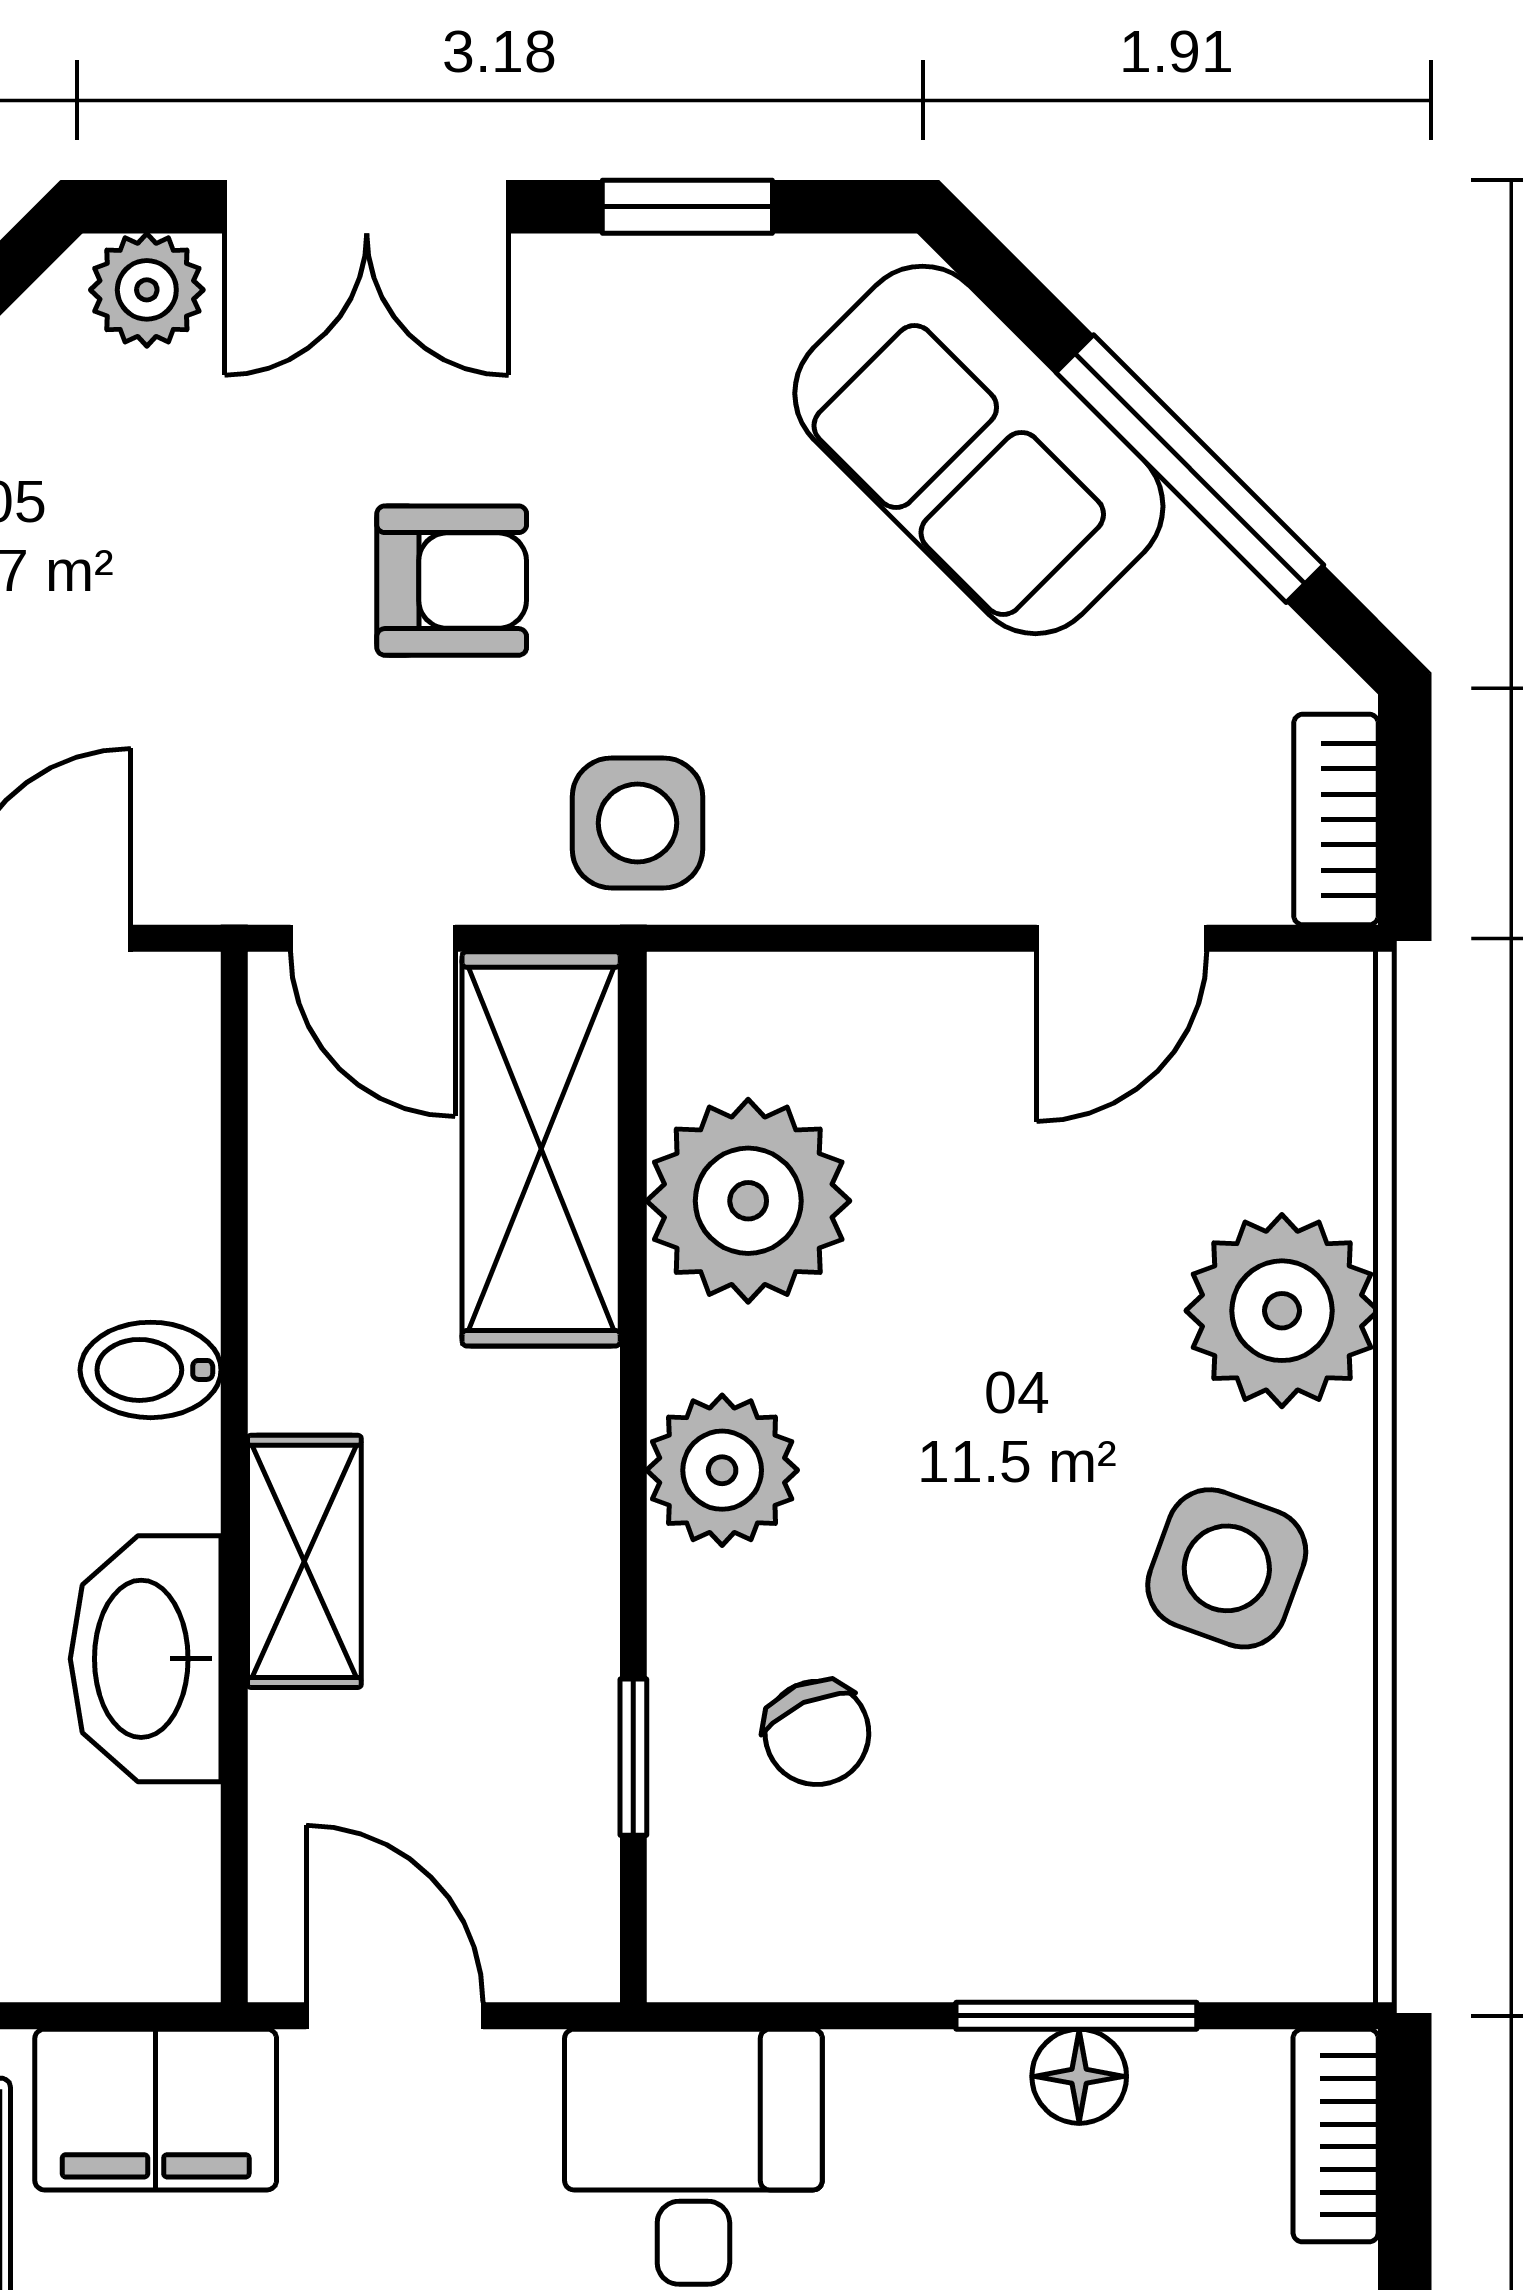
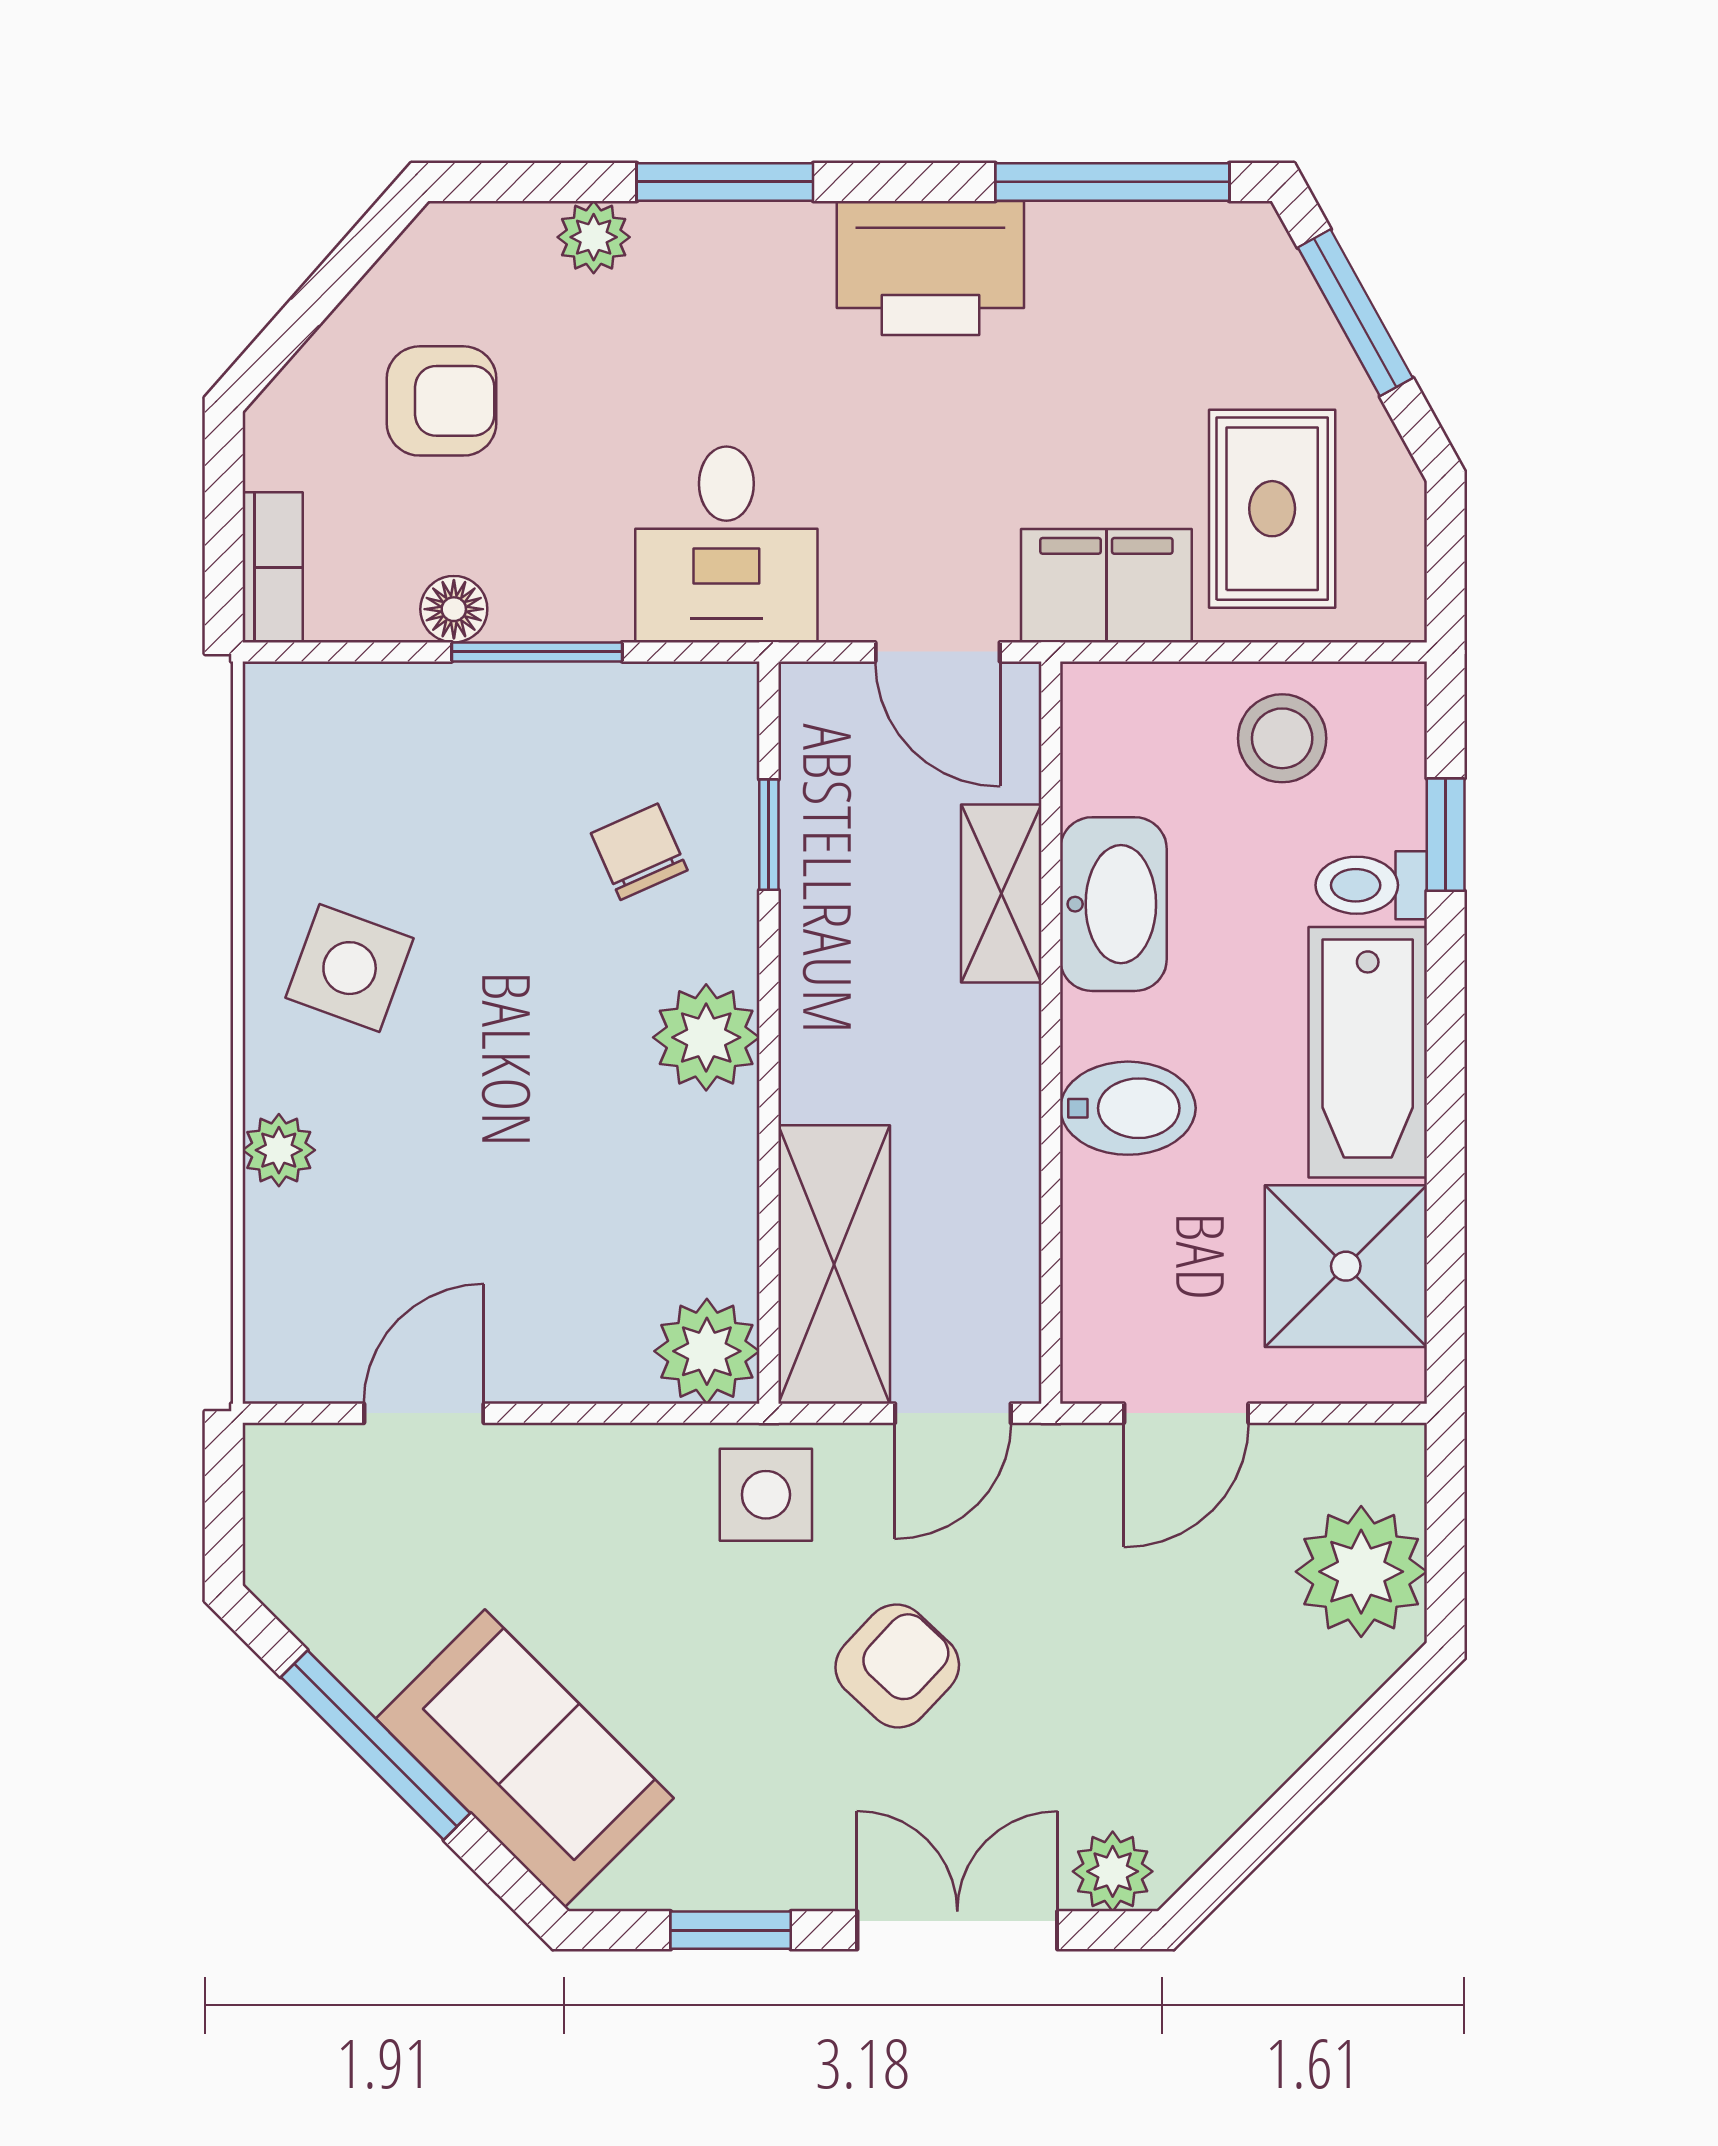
armchair: (452, 581) -> (897, 1666), turned 133
bookcase: (1336, 820) -> (272, 1497), removed
door: (373, 938) -> (953, 1413), swing flipped
plant: (748, 1201) -> (707, 1351), moved, width x0.73, depth x0.73
plant: (1282, 1311) -> (279, 1150), width x0.53, depth x0.53
bidet: (151, 1370) -> (1128, 1108), width x1.38, depth x1.36
shelving: (304, 1561) -> (1001, 893), moved
window: (1076, 2016) -> (537, 652), moved

